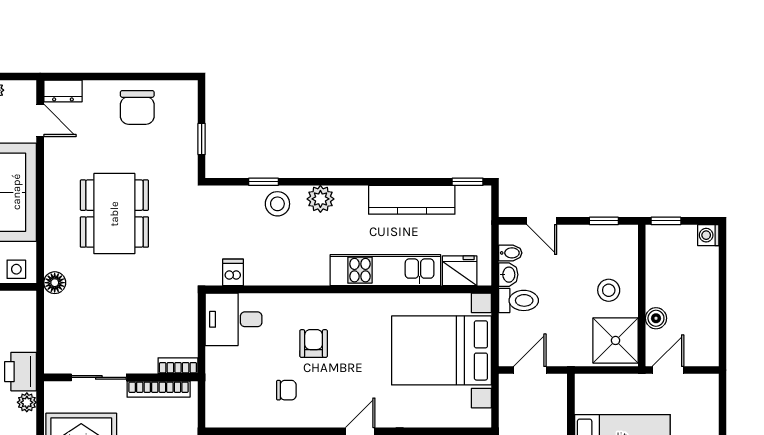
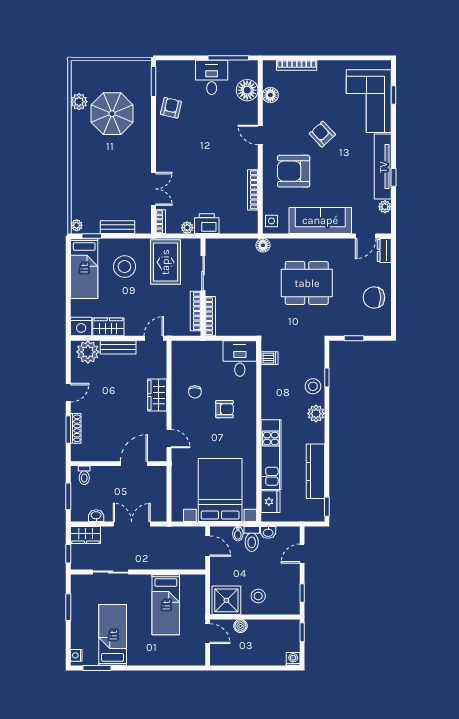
bidet: (510, 253) -> (238, 534), moved
bookcase: (178, 366) -> (210, 316), width x1.56

